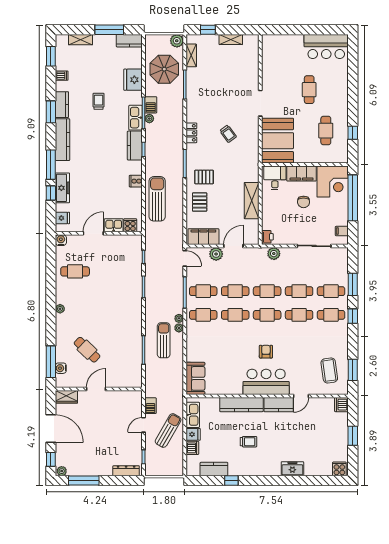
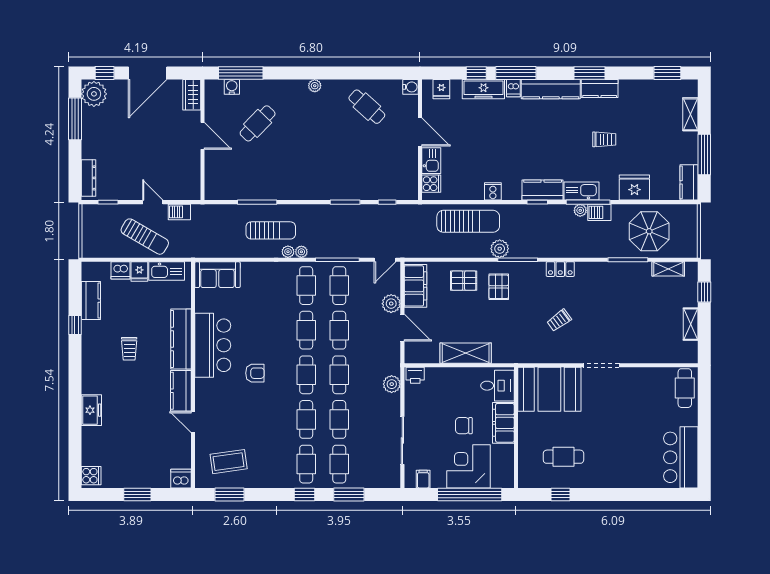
plant: (177, 41) -> (500, 249), moved
dishwasher: (62, 76) -> (513, 88), moved
cafe table: (309, 90) -> (685, 388), moved, turned 90
corner desk: (333, 182) -> (468, 466), moved, turned 90
cafe table: (75, 271) -> (367, 107), turned -48
bar counter: (266, 382) -> (213, 345), moved
plant: (62, 471) -> (94, 94), width x1.87, depth x1.87

